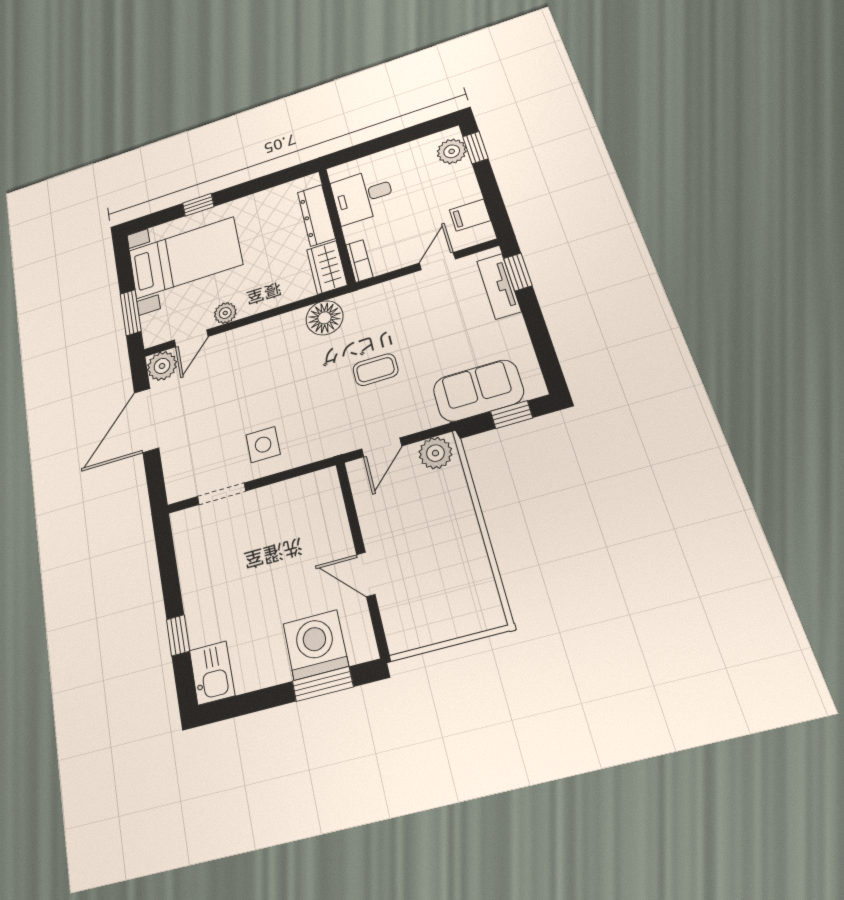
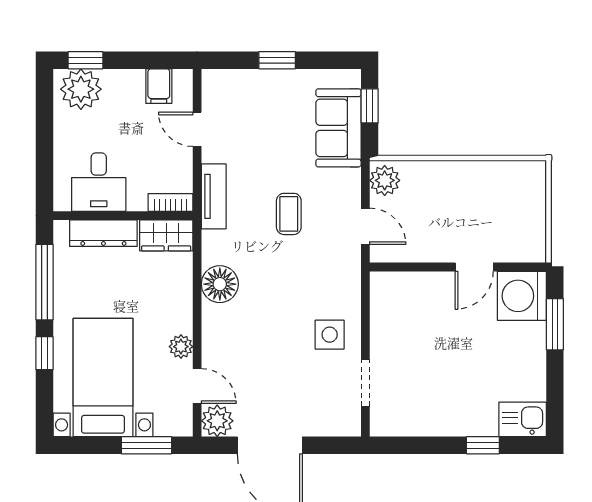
plant: (452, 151) -> (81, 89), width x1.36, depth x1.36
window: (261, 184) -> (44, 282), added
window: (518, 272) -> (277, 60), moved
tv unit: (499, 286) -> (214, 196), moved, turned -90
floor lamp: (325, 318) -> (220, 284), moved
washing machine: (316, 645) -> (522, 296), moved

